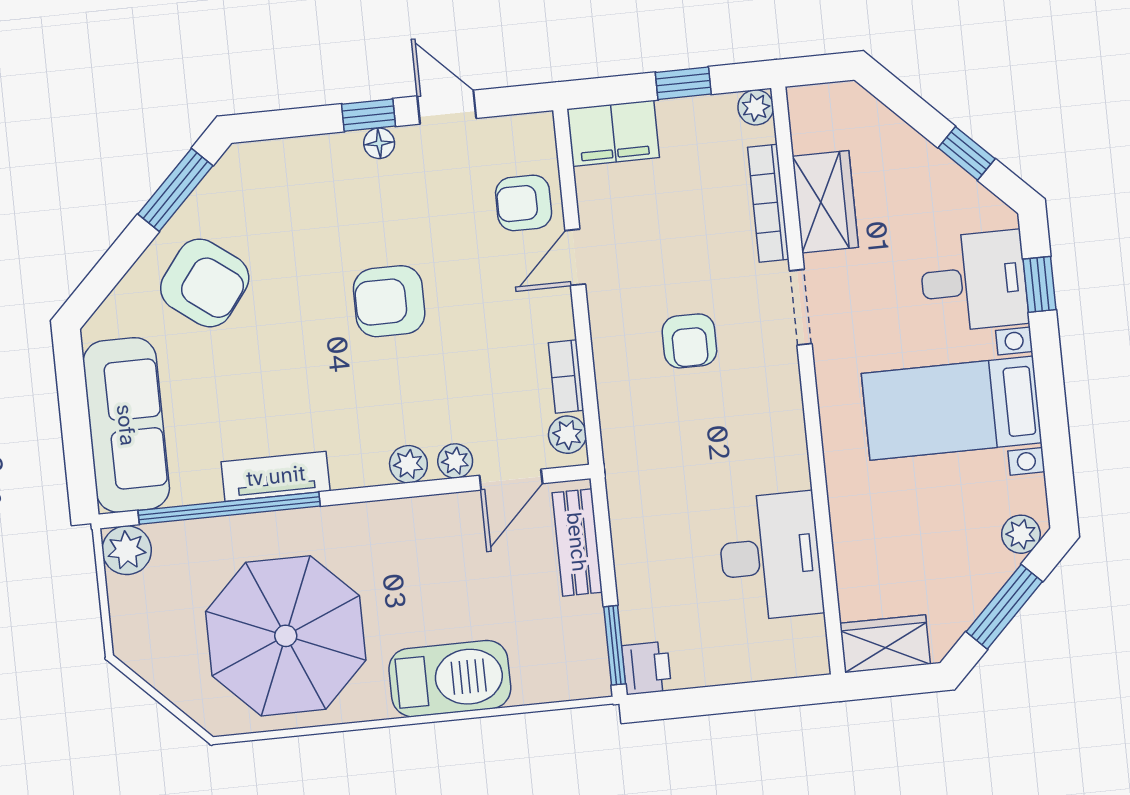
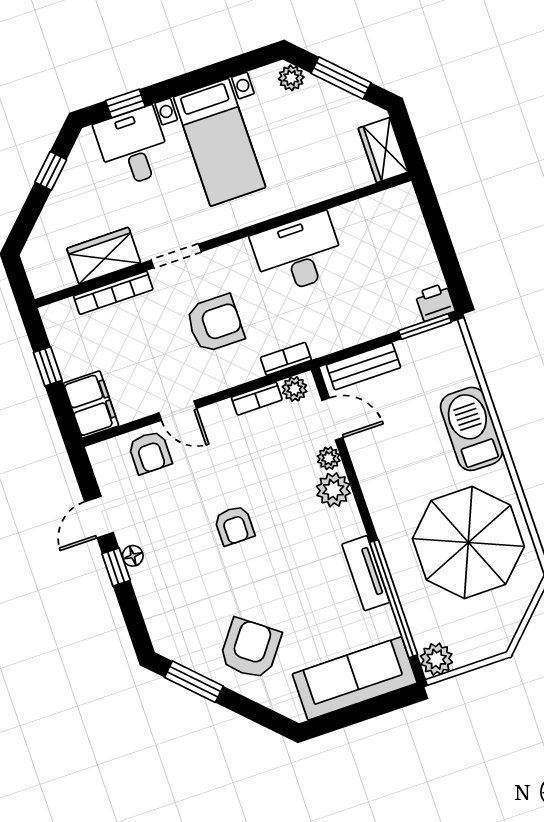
plant: (756, 107) -> (53, 315), removed
armchair: (389, 301) -> (234, 525), width x0.72, depth x0.72
armchair: (689, 341) -> (215, 323), width x1.38, depth x1.38
bookcase: (614, 432) -> (286, 359), added
plant: (408, 464) -> (333, 490), width x1.38, depth x1.38
desk: (770, 556) -> (298, 254), moved

